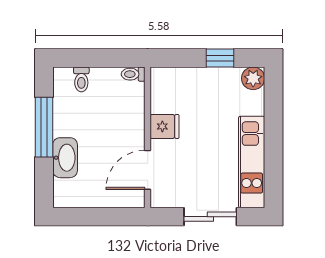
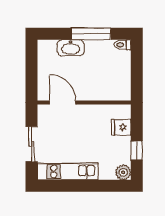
toilet: (133, 74) -> (126, 93), removed
toilet: (81, 79) -> (122, 45), moved
fridge: (165, 126) -> (121, 127), moved, turned 90

